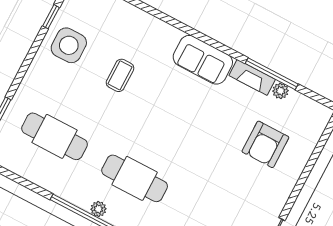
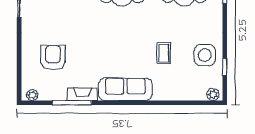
sofa: (203, 60) -> (125, 89), width x1.36
plant: (280, 91) -> (32, 95), moved

